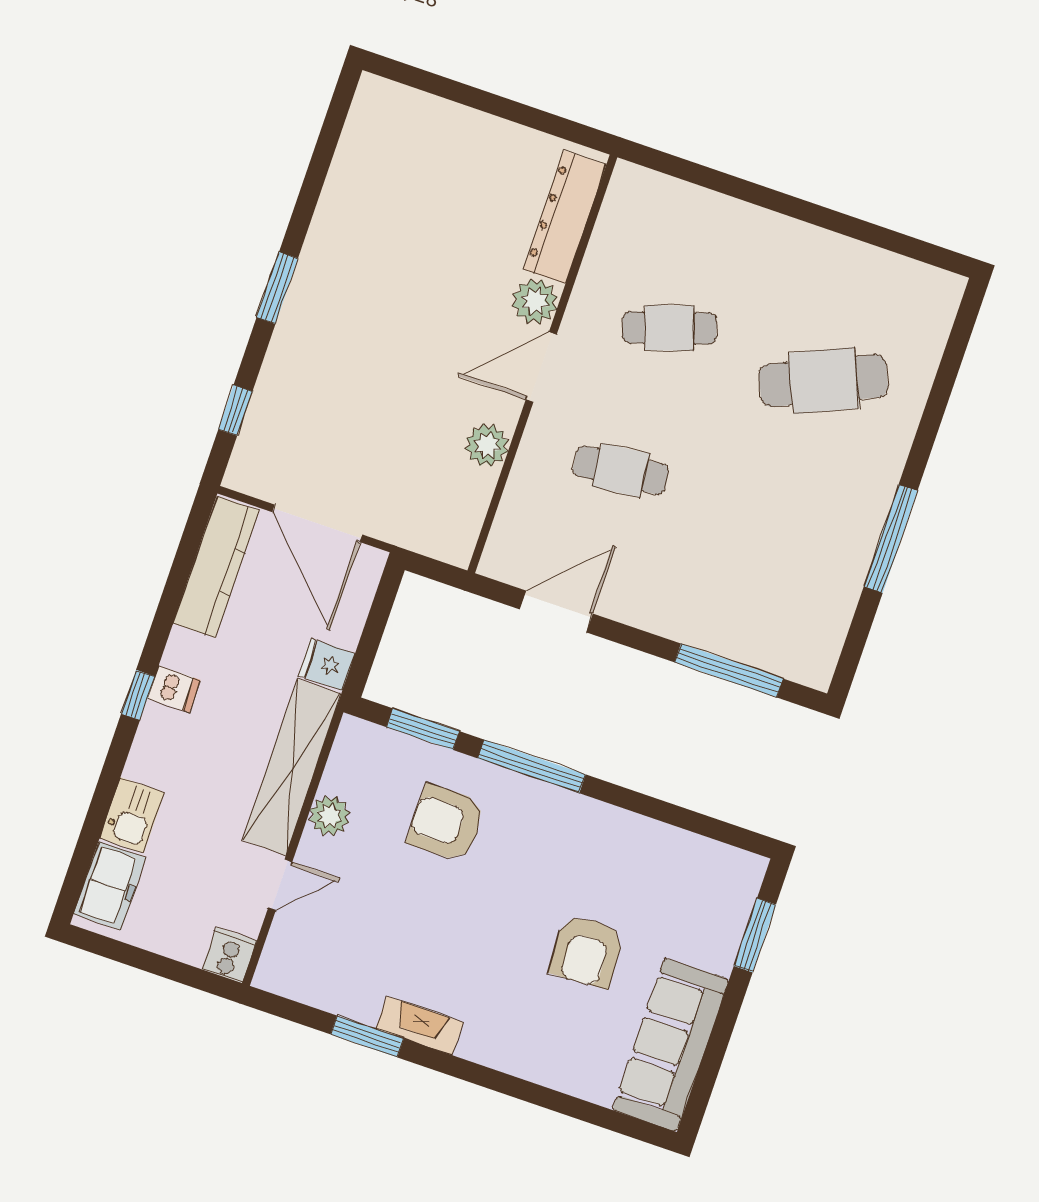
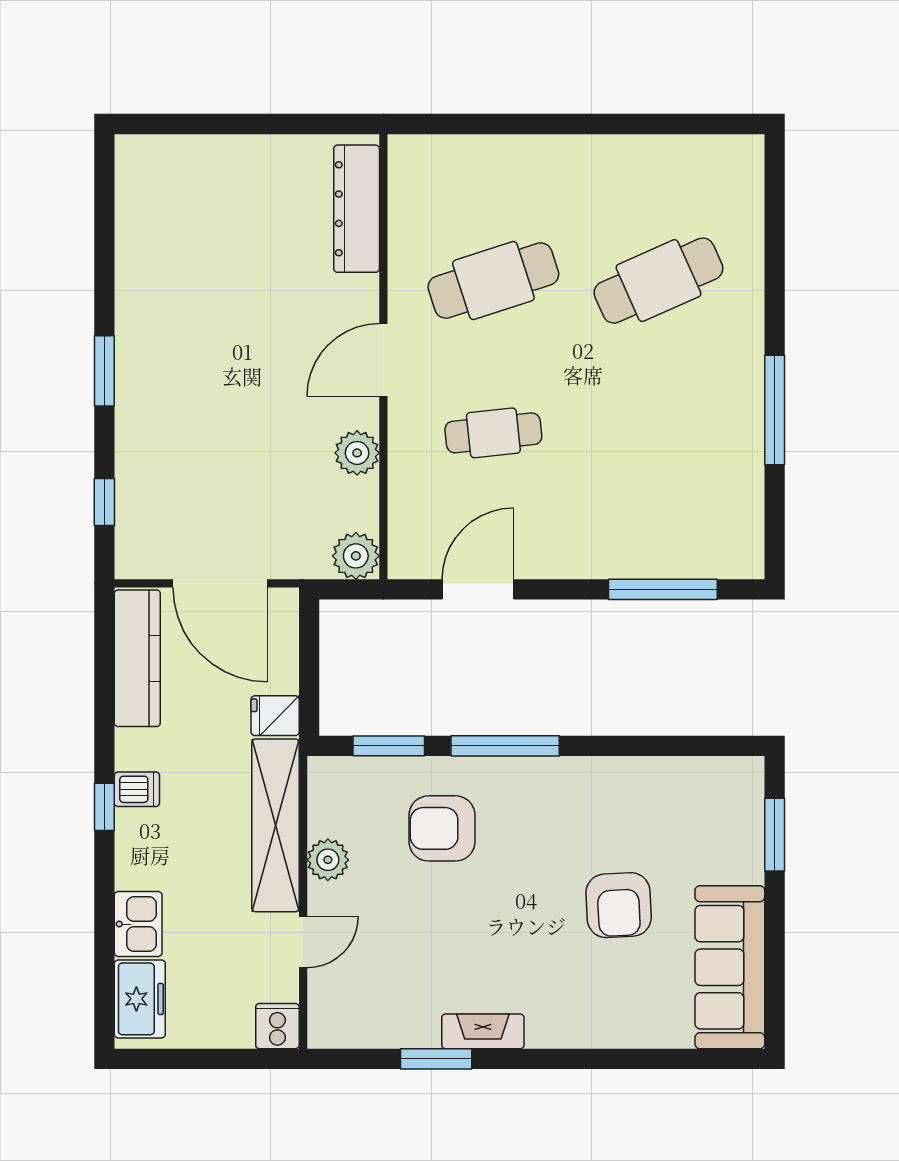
plant: (535, 301) -> (356, 556), moved
cafe table: (669, 328) -> (493, 281), width x1.37, depth x1.35

